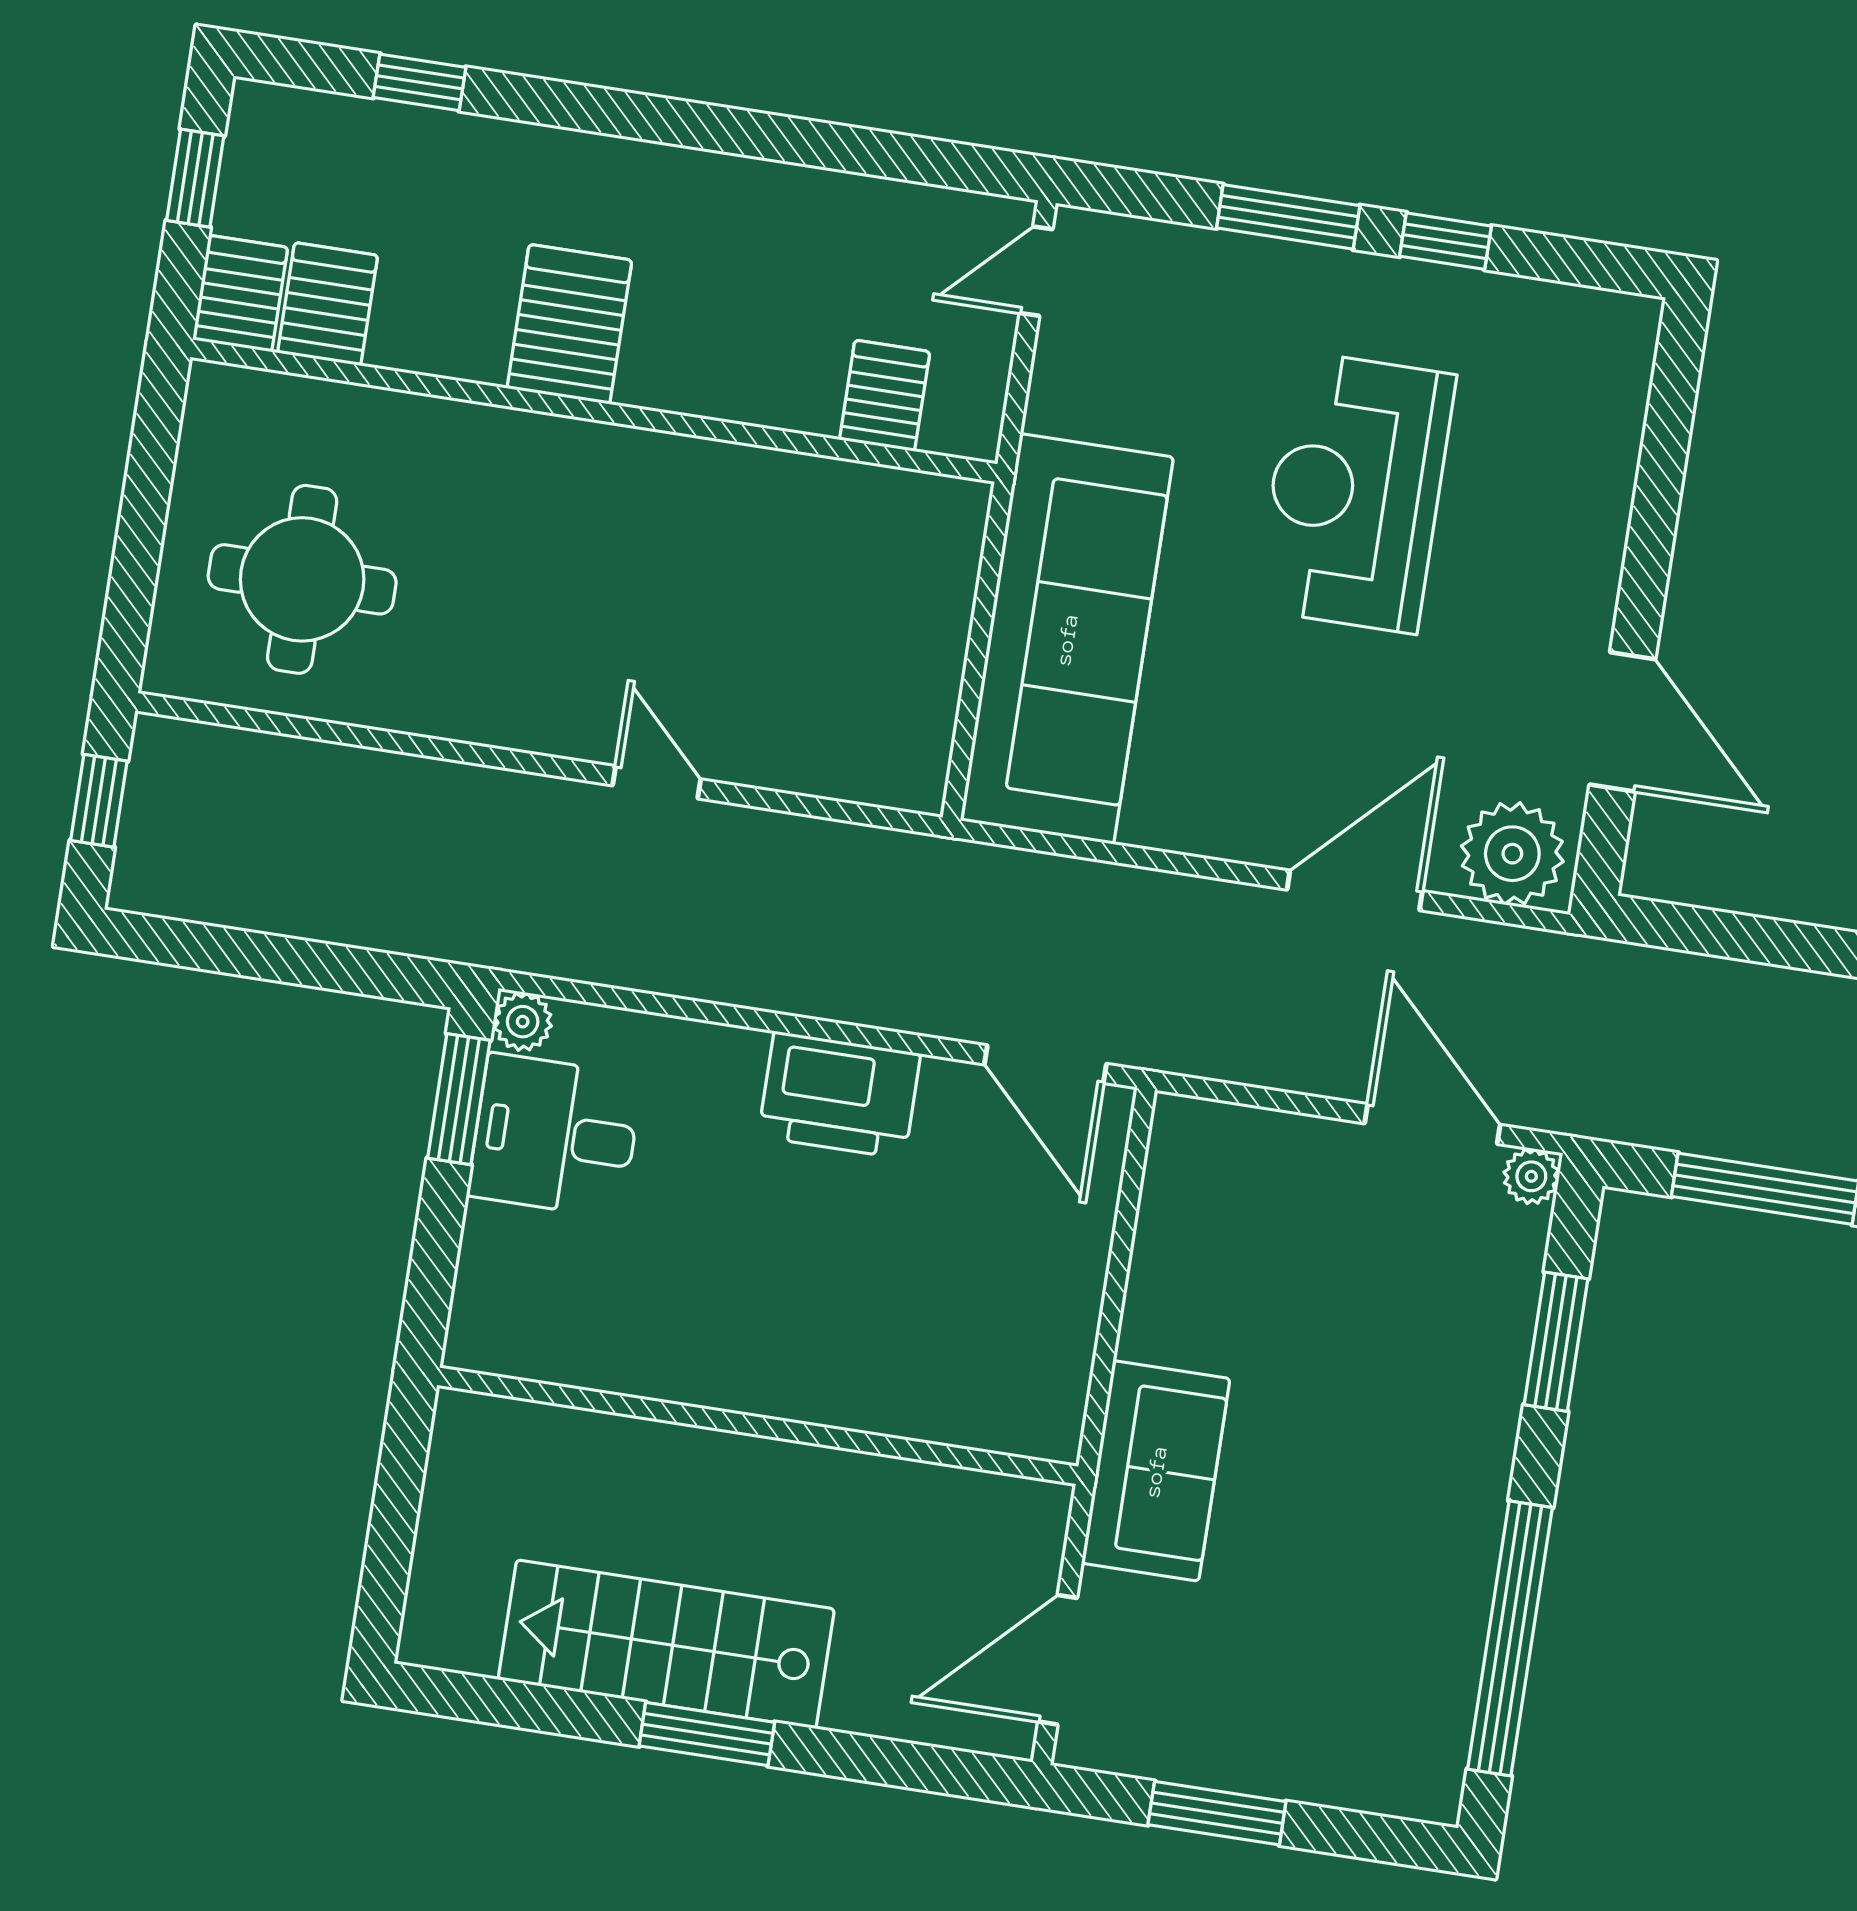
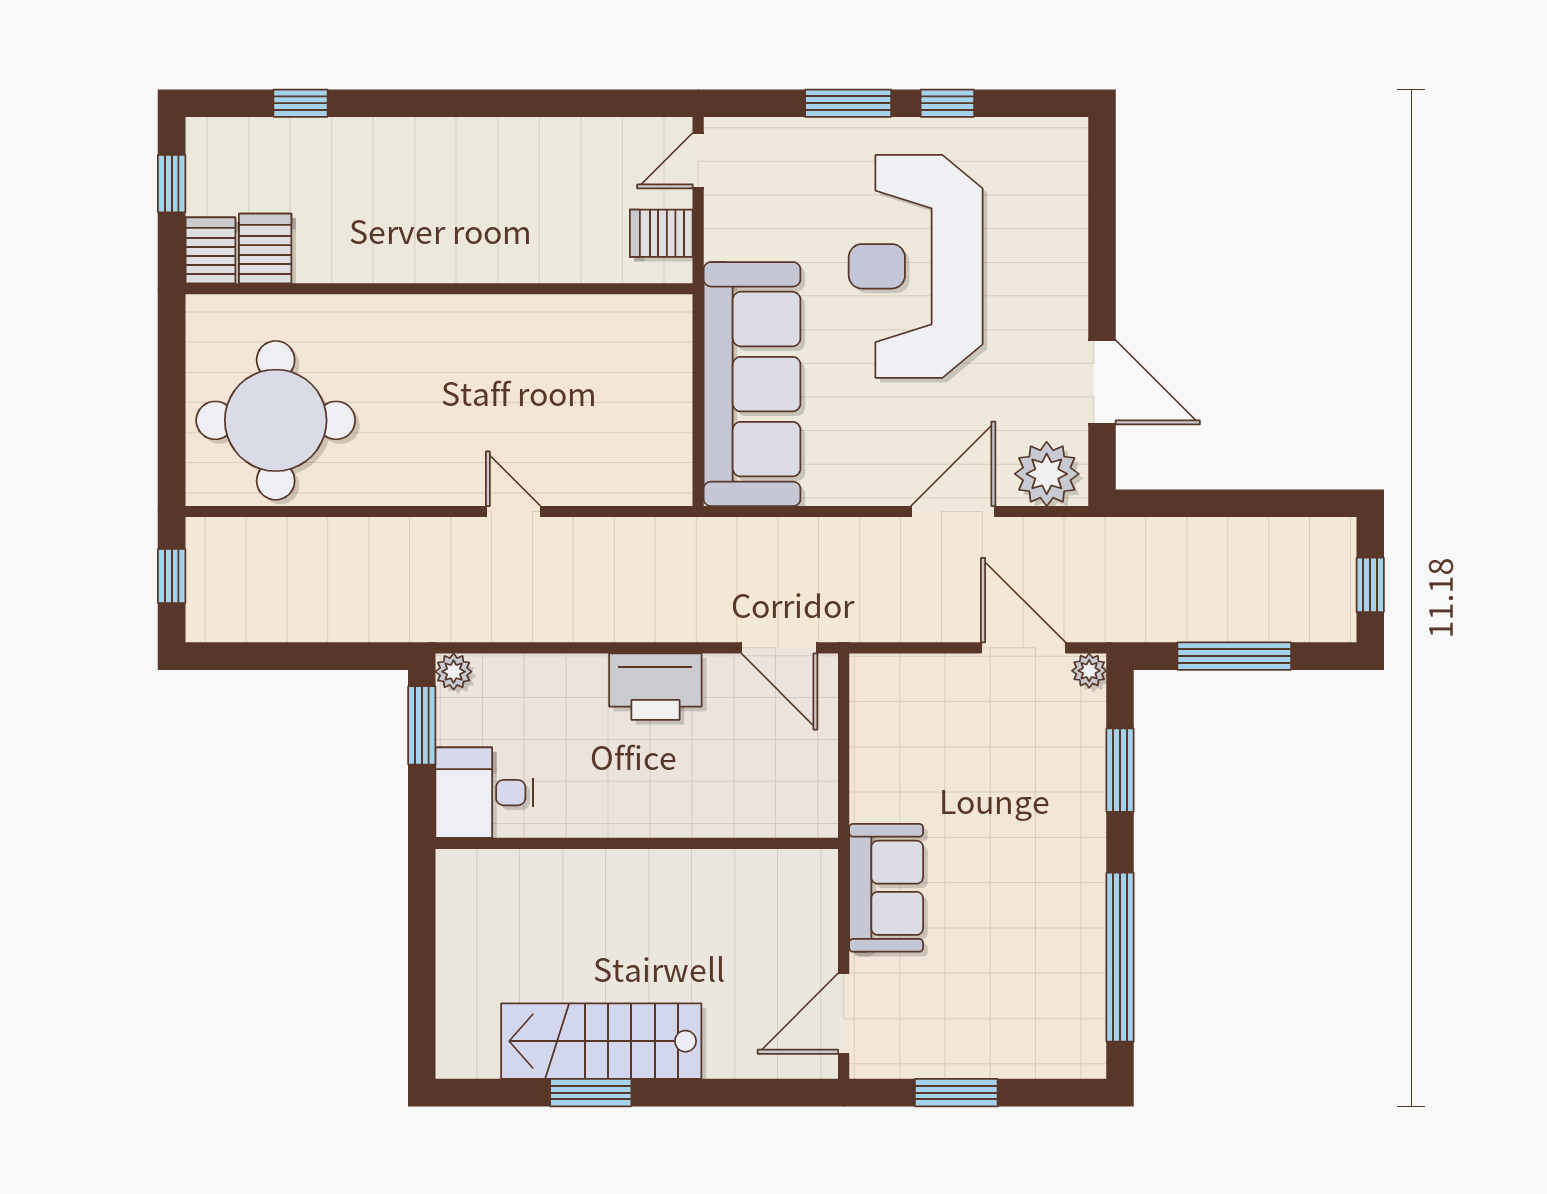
server rack: (569, 324) -> (416, 238), removed
server rack: (885, 396) -> (661, 233), moved, turned -90
reception desk: (1355, 492) -> (916, 266), width x1.36, depth x1.30
round table: (302, 579) -> (276, 420), width x1.36, depth x1.36
desk: (555, 1136) -> (484, 793), moved
wall: (758, 1426) -> (637, 843), moved
window: (707, 1734) -> (591, 1093), moved

